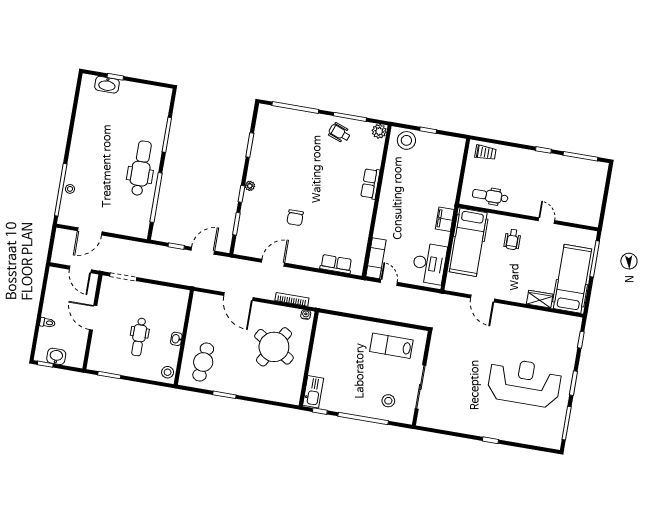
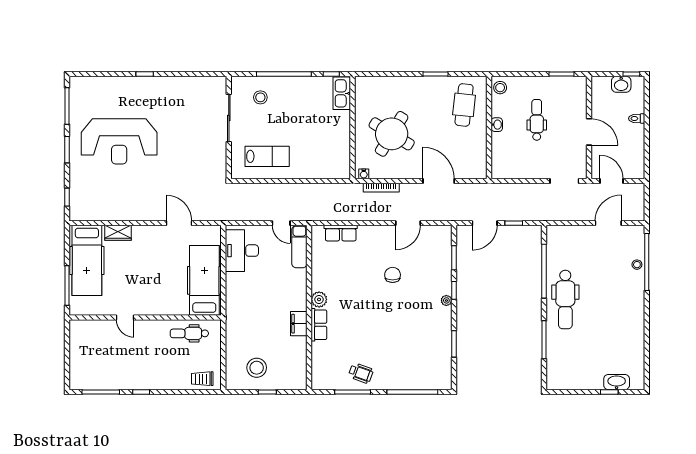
plant: (379, 131) -> (319, 299), moved
stool: (406, 140) -> (257, 368), moved
dental chair: (490, 196) -> (189, 333), turned 180
filing cabinet: (445, 219) -> (299, 324), moved, turned 180
wheelchair: (512, 240) -> (158, 291), removed

